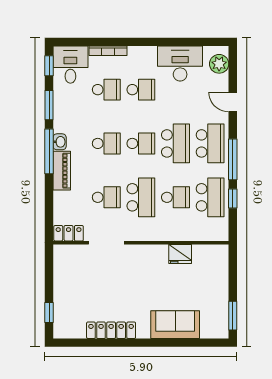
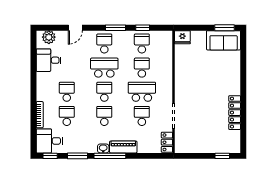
desk: (180, 63) -> (49, 60), width x0.73
school desk: (210, 143) -> (104, 43), width x0.54
window: (233, 159) -> (115, 28), width x0.69
school desk: (210, 197) -> (142, 43), width x0.54
fridge: (180, 254) -> (182, 37), moved, turned 90
sofa: (175, 325) -> (224, 40), moved, turned -90

